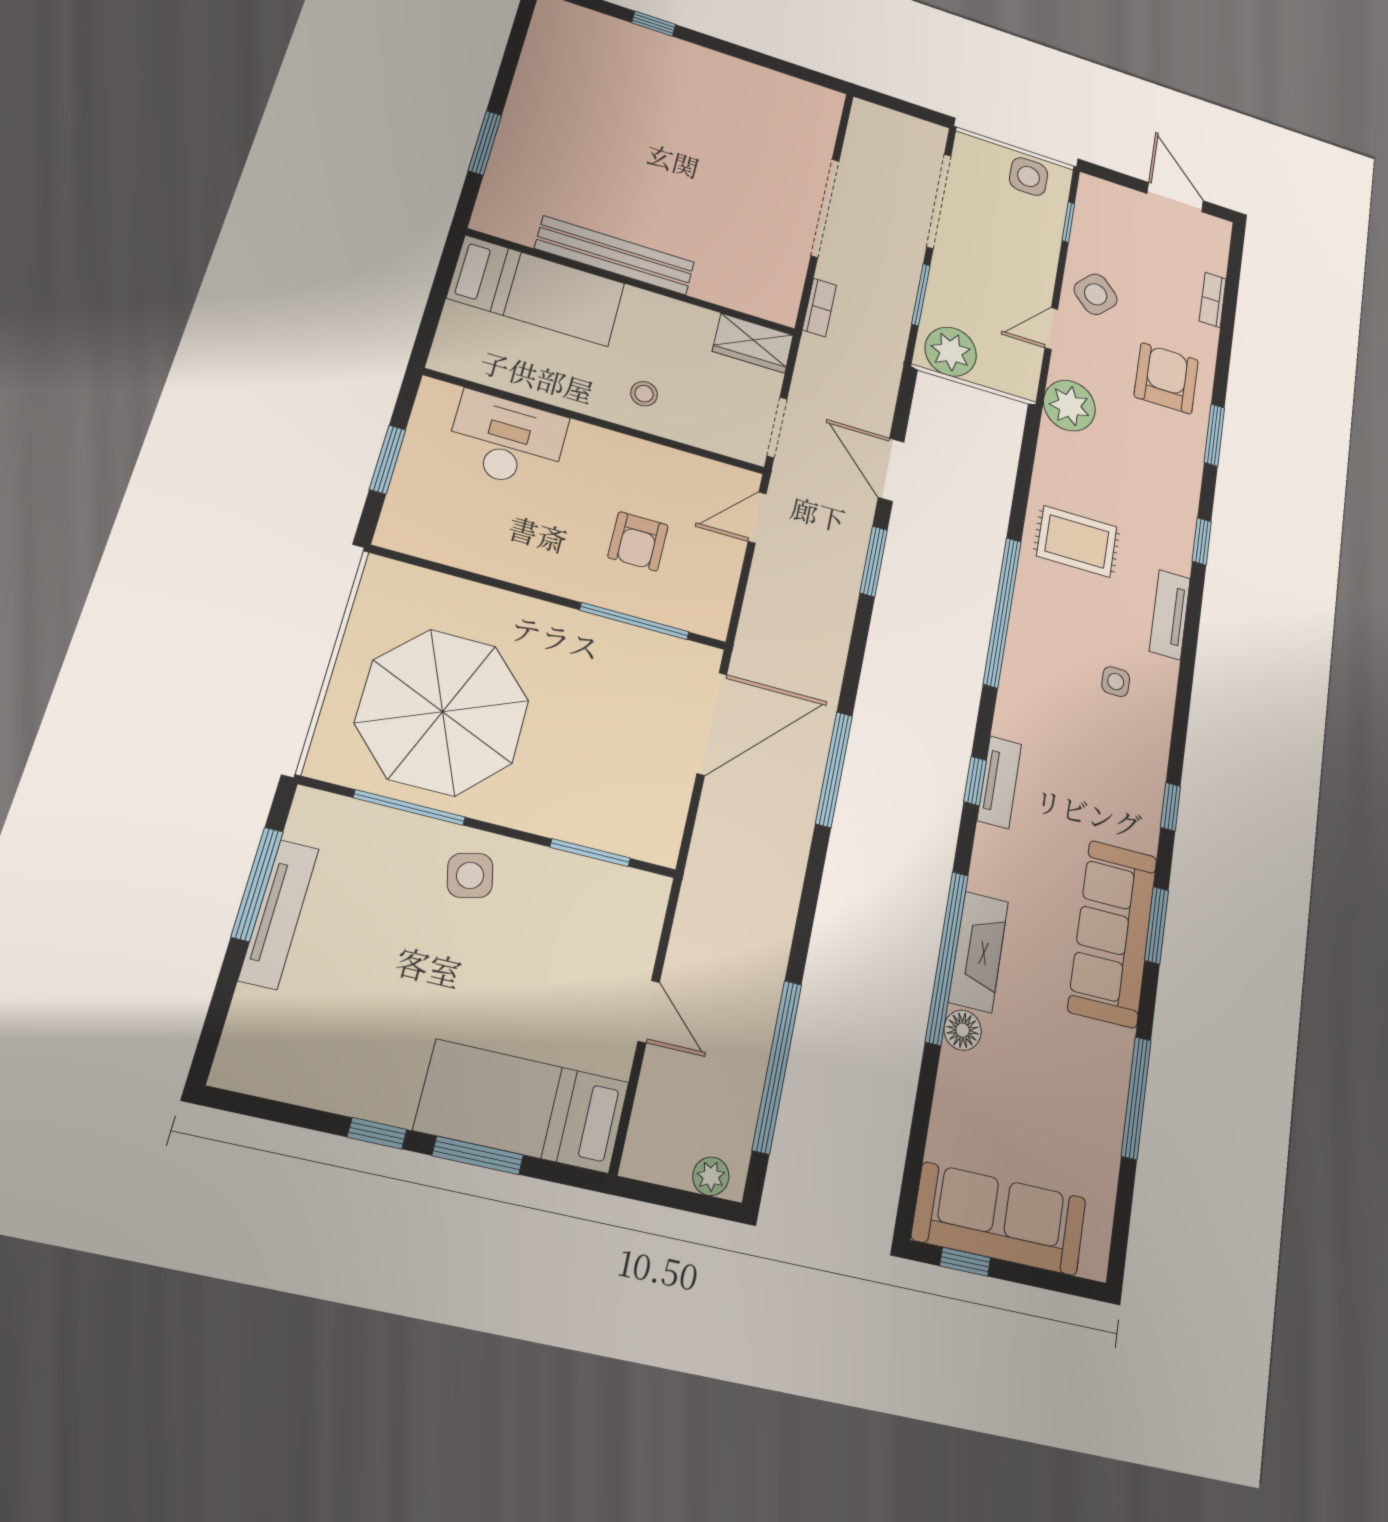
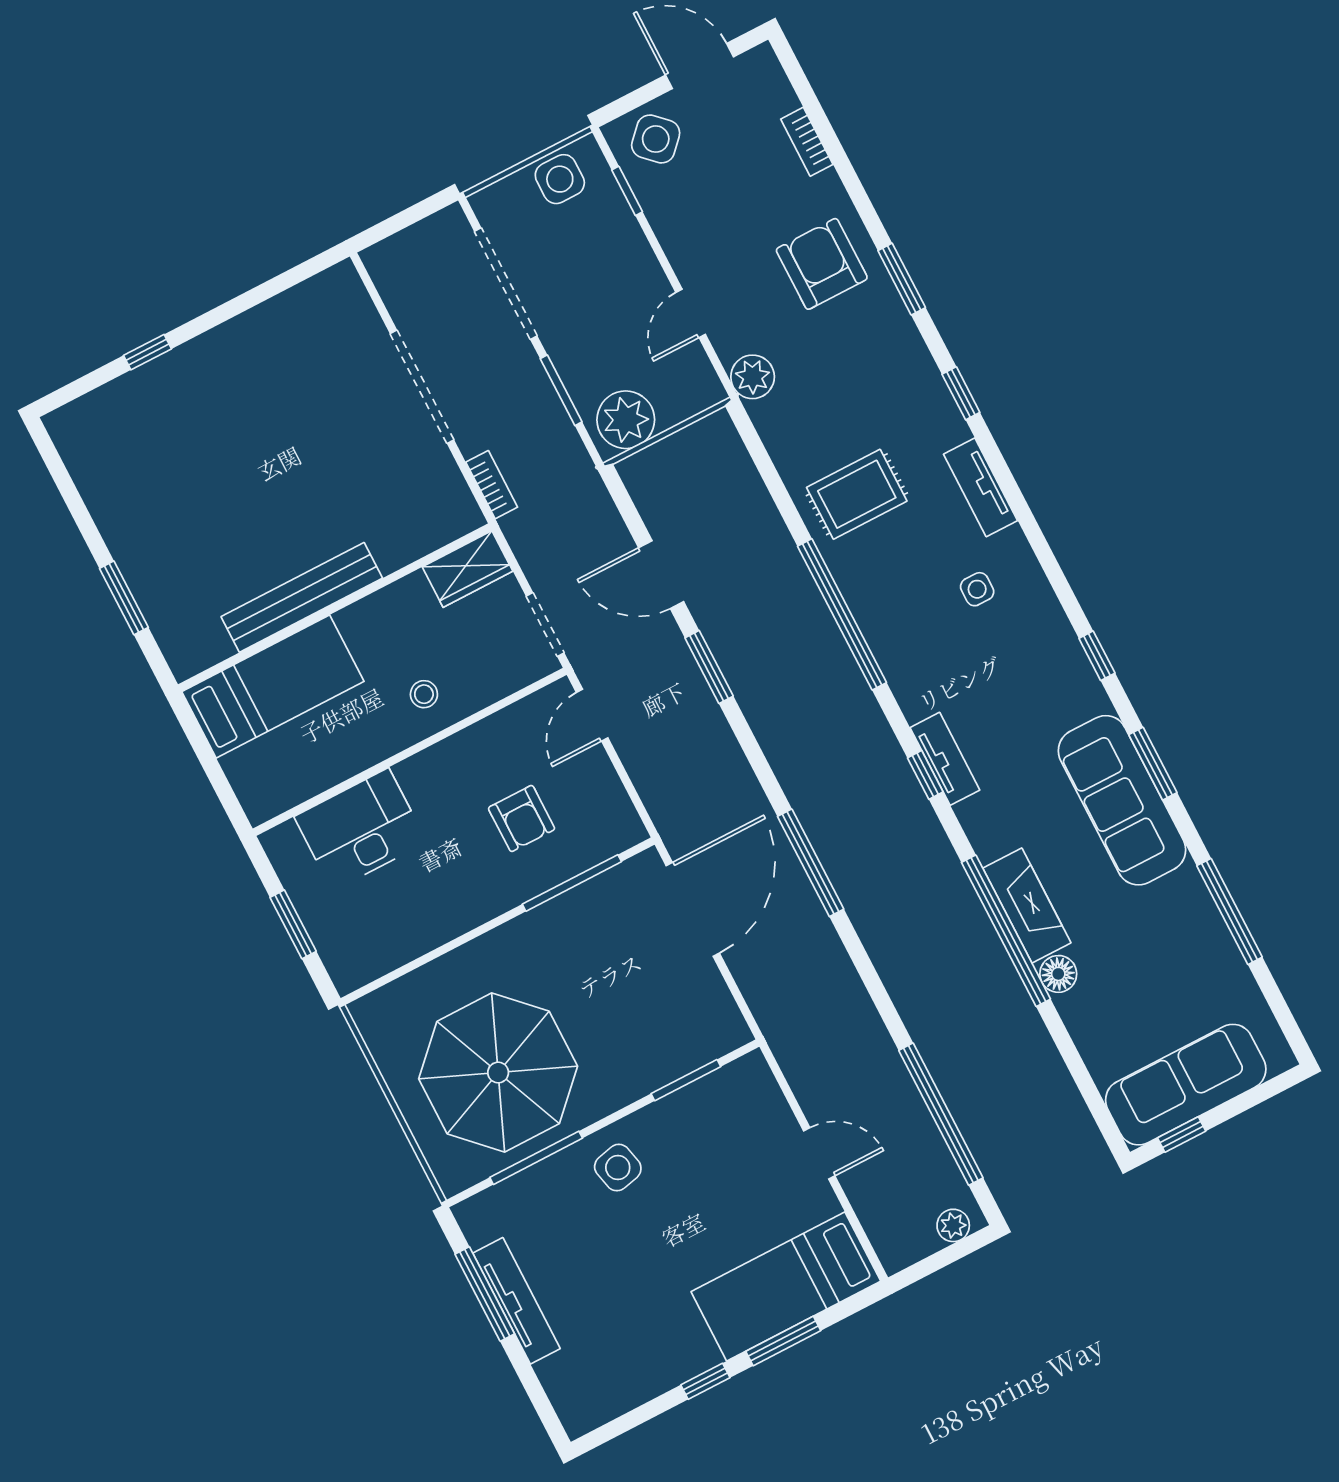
side table: (1096, 294) -> (656, 139), moved
plant: (1069, 406) -> (753, 377), width x0.73, depth x0.73

